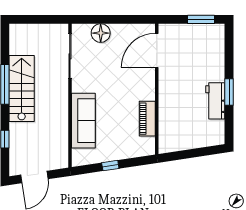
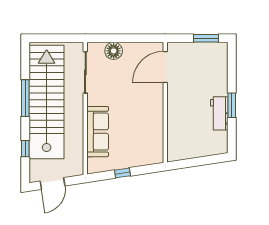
stairs: (22, 89) -> (47, 102), width x1.86, depth x1.51
piano: (147, 119) -> (156, 130), removed

